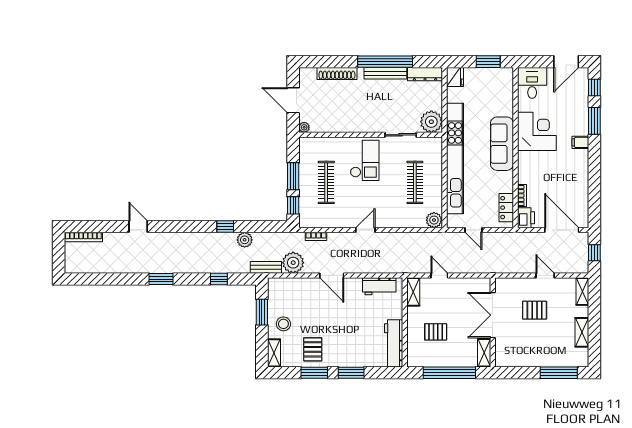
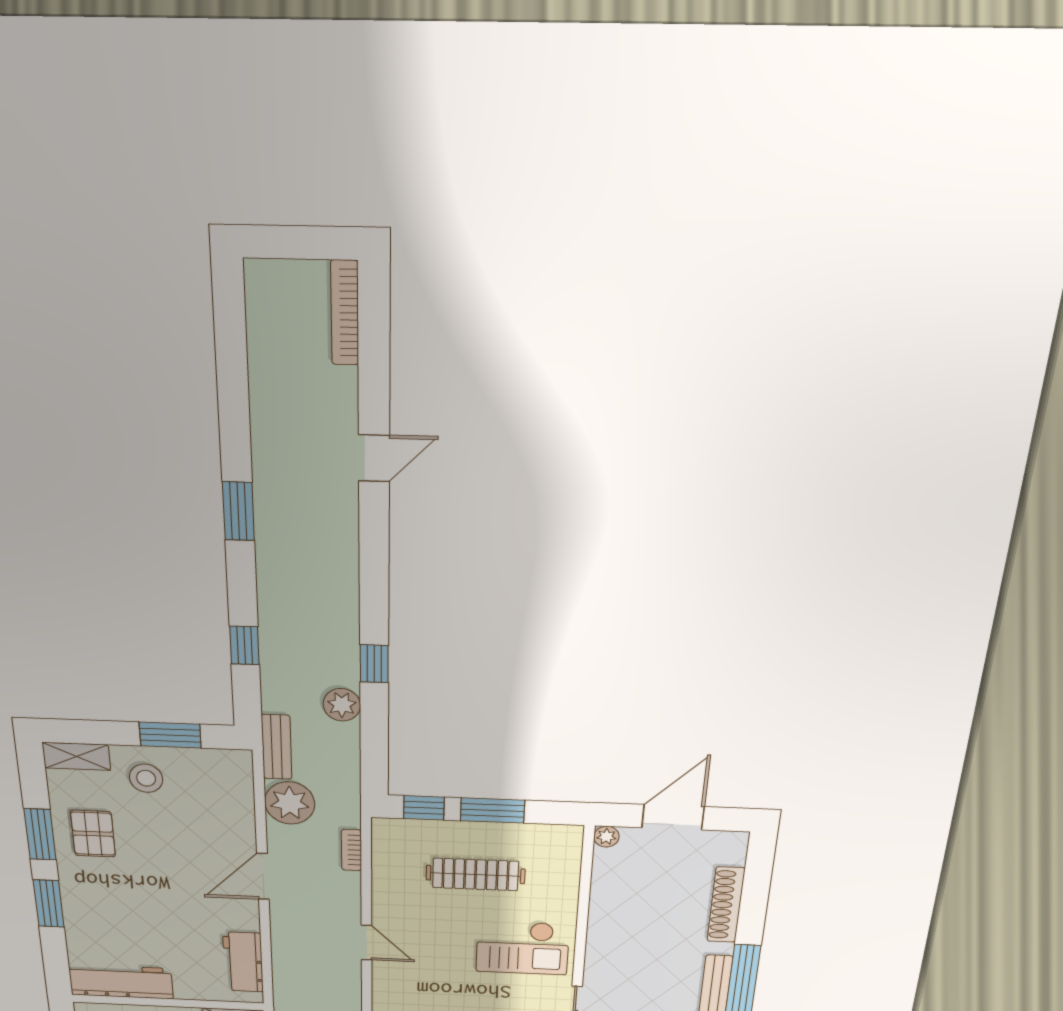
pallet: (313, 349) -> (93, 834), turned 90

